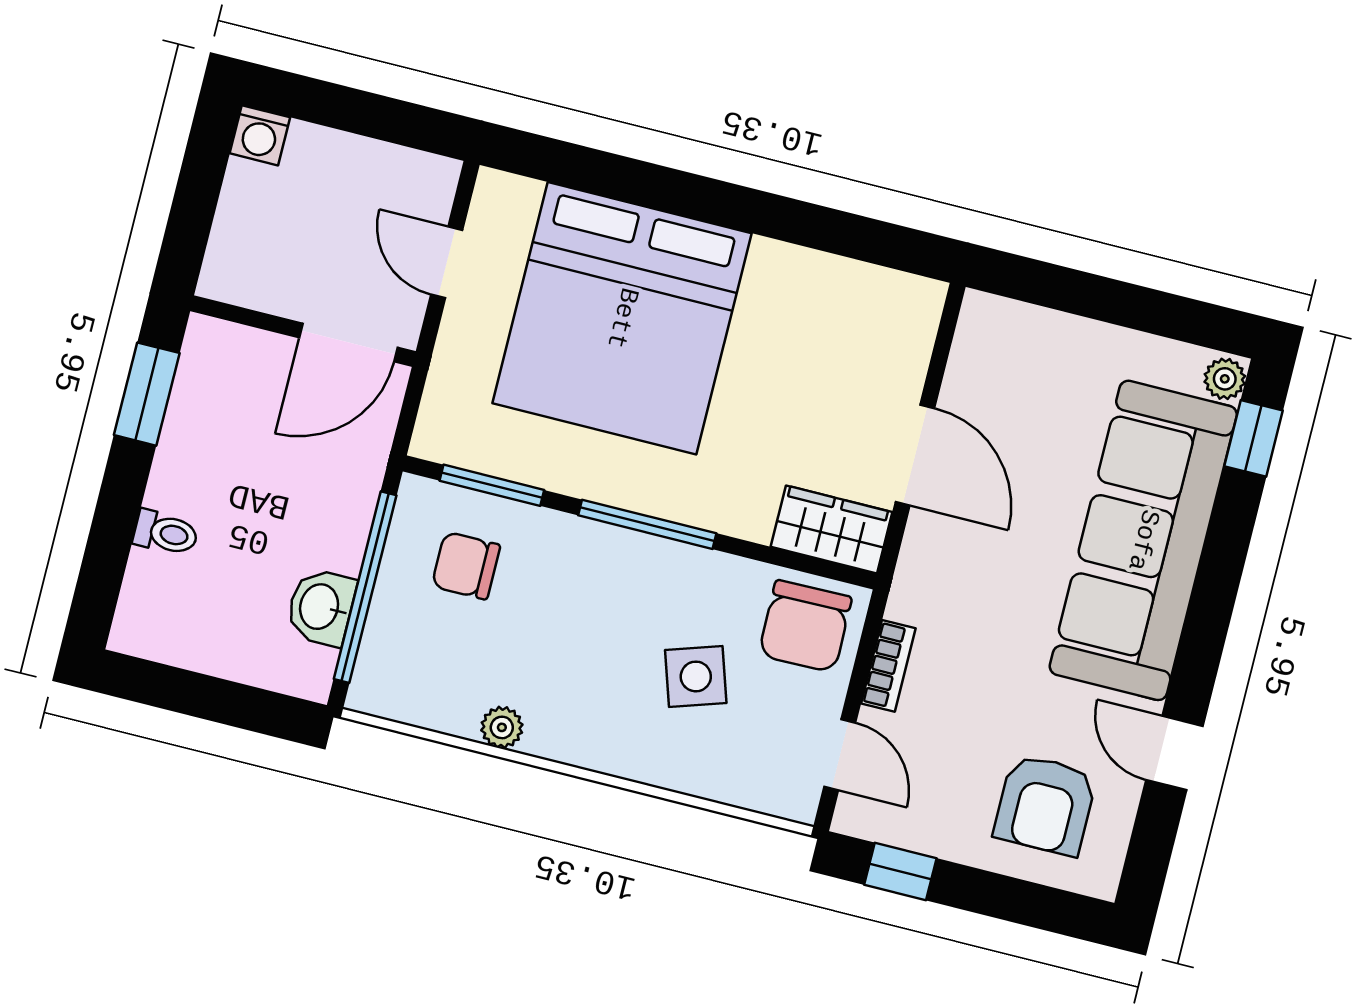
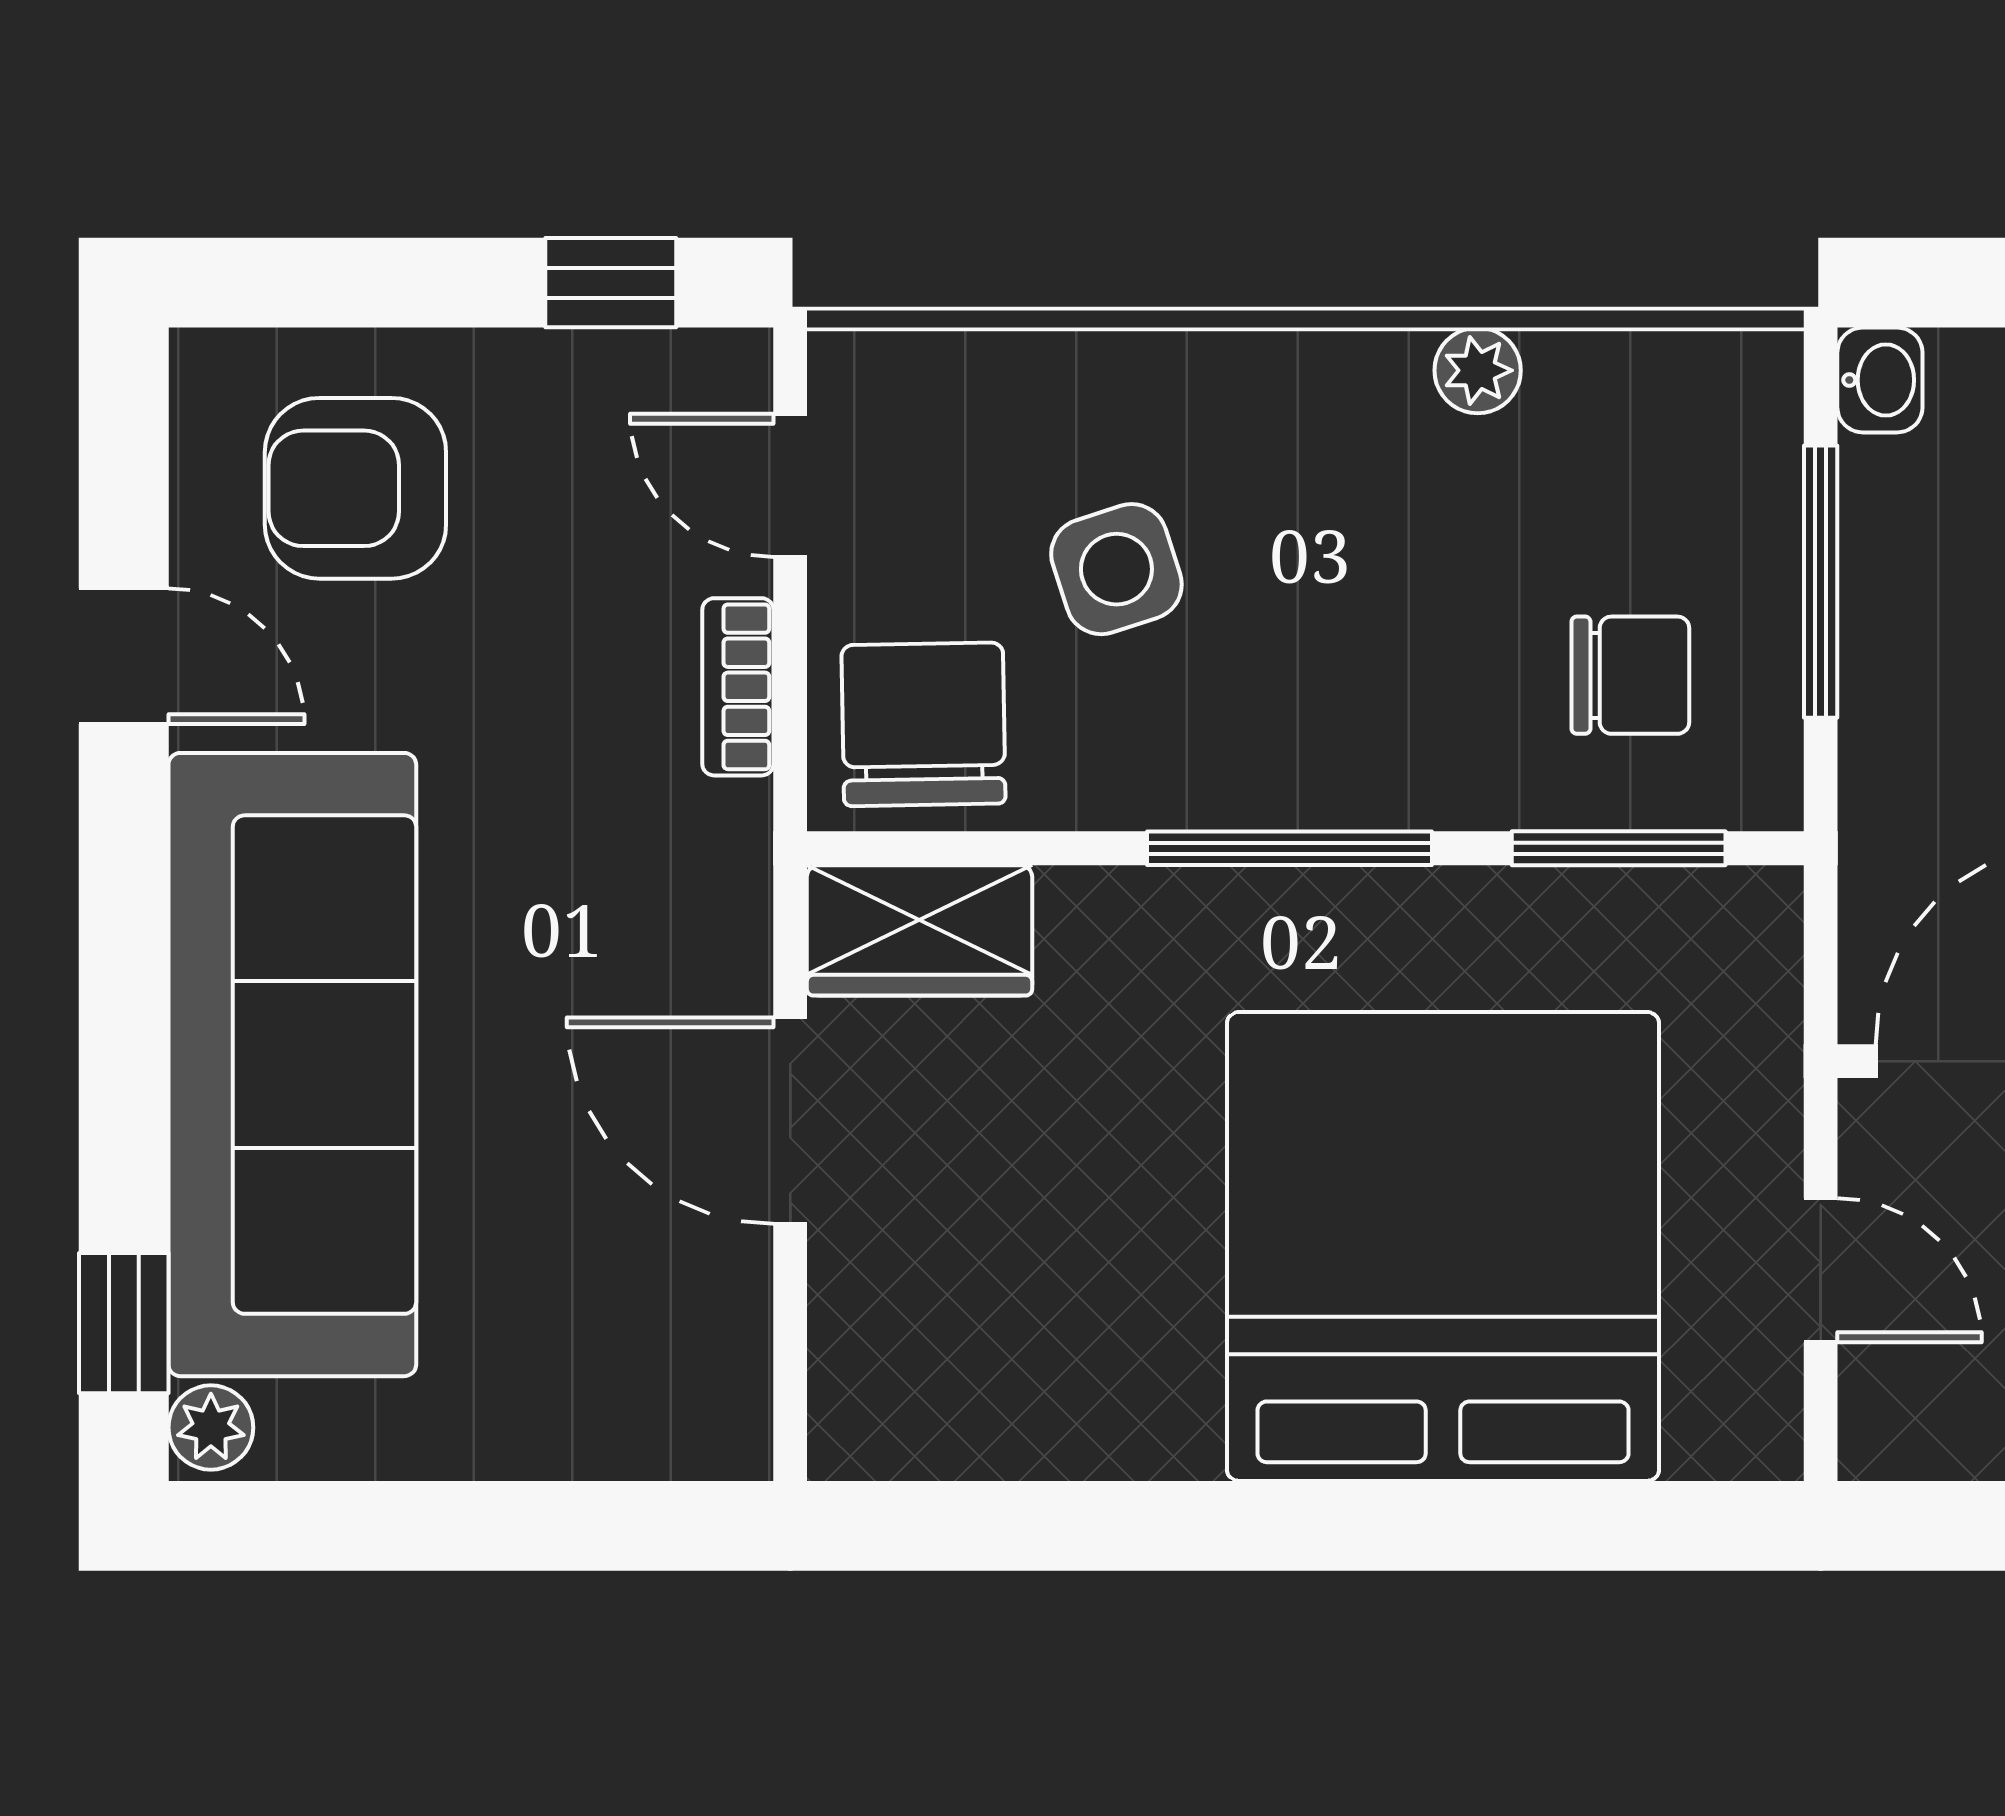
window: (365, 587) -> (1821, 582), width x0.68
washbasin: (321, 607) -> (1880, 380), moved, width x0.72, depth x0.69
armchair: (1045, 805) -> (355, 488), turned -90

